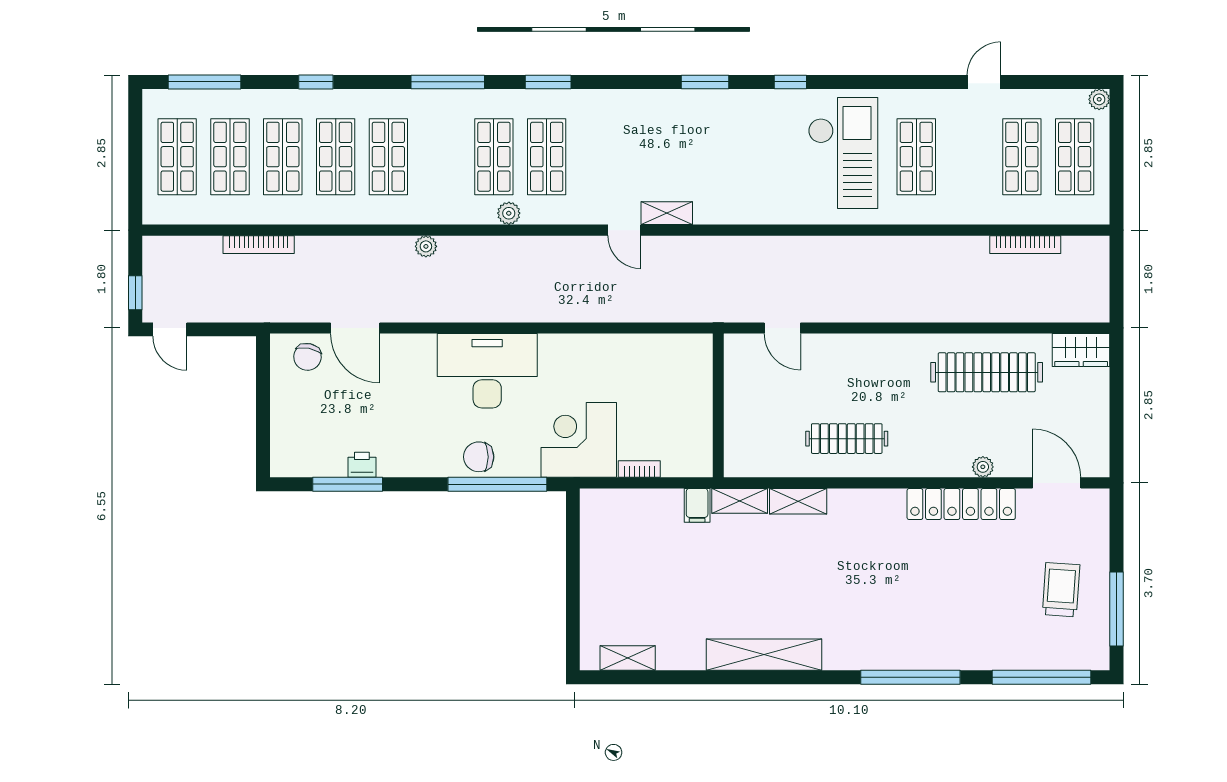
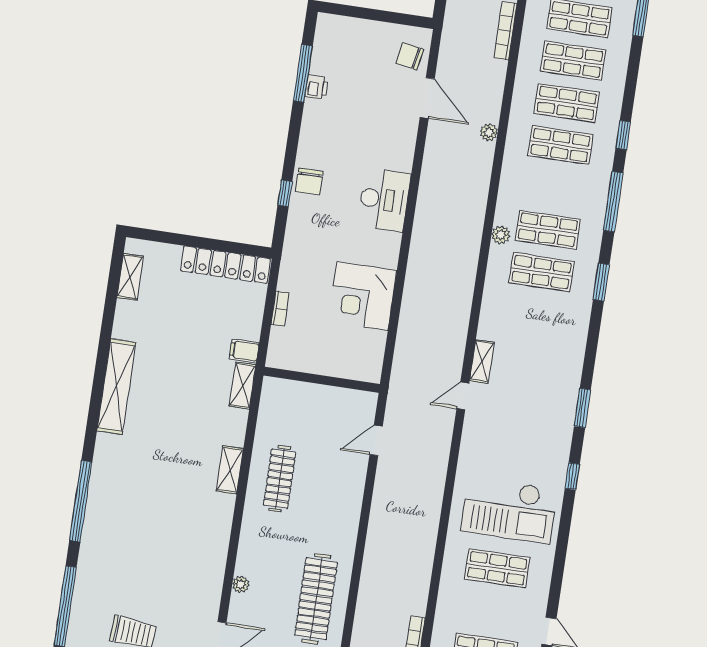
window: (316, 82) -> (623, 135), moved
door: (624, 230) -> (463, 396), moved
plant: (426, 246) -> (489, 132), moved
door: (355, 328) -> (427, 98), swing flipped
desk: (487, 371) -> (384, 200), width x0.73, depth x0.77
corner desk: (579, 440) -> (362, 296), moved, turned 180
chair: (479, 457) -> (309, 182), turned 180
window: (497, 484) -> (285, 193), width x0.32
shelving: (798, 501) -> (230, 470), moved
locker: (961, 504) -> (225, 265), moved, turned -90

